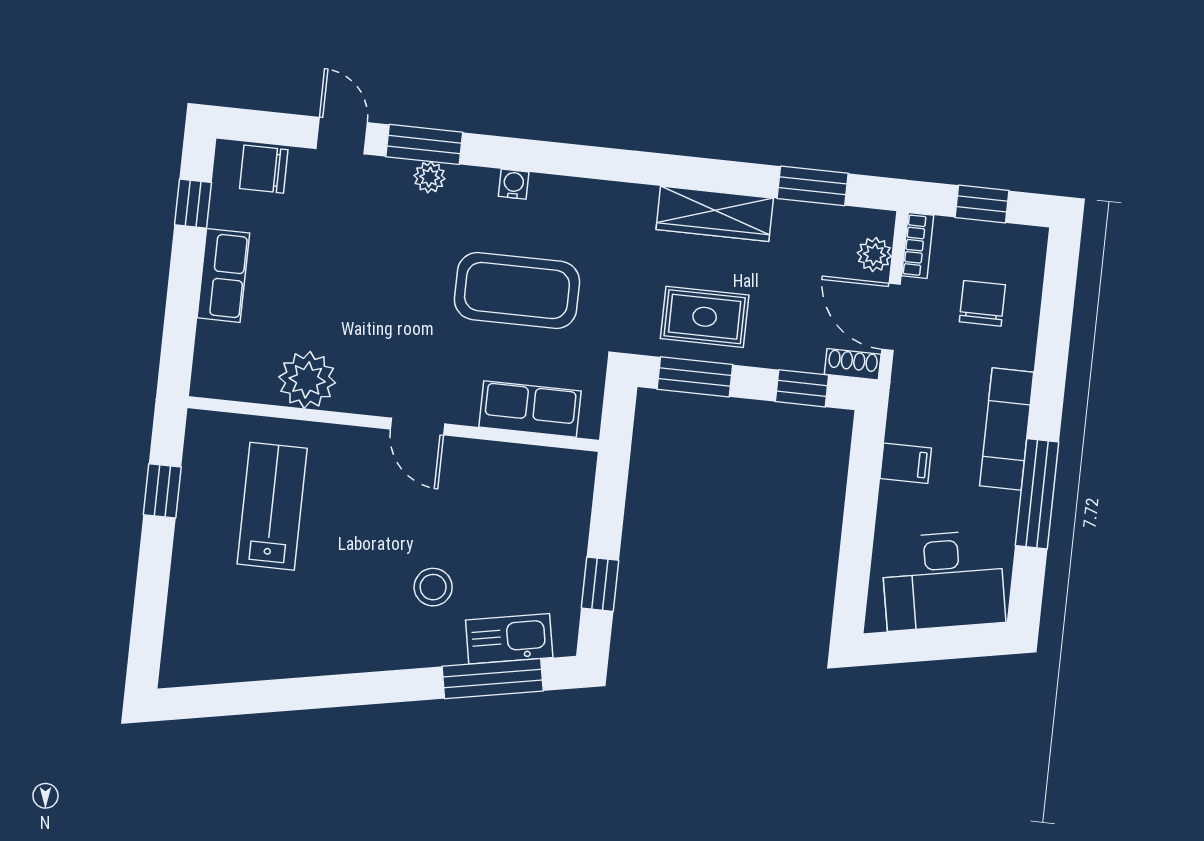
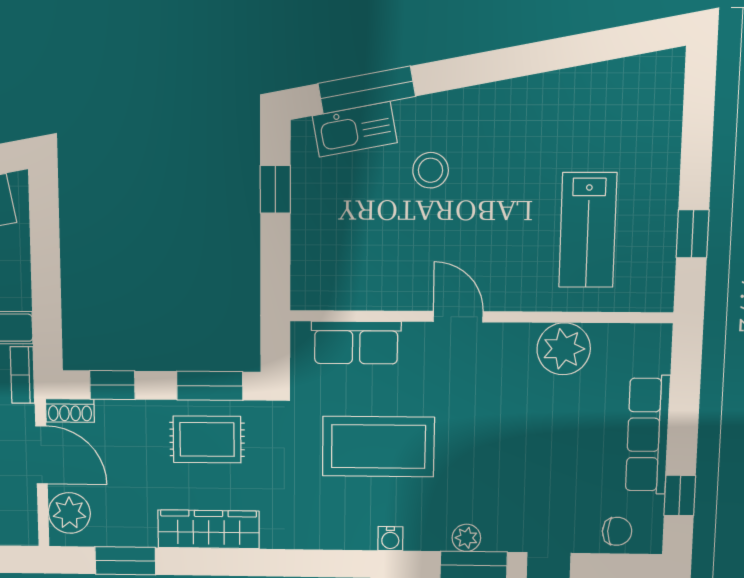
chair: (264, 169) -> (617, 531), width x0.73, depth x0.73
bookcase: (918, 245) -> (22, 375), moved
plant: (874, 254) -> (69, 513), width x1.38, depth x1.38
row of seats: (223, 275) -> (648, 435), width x1.48

